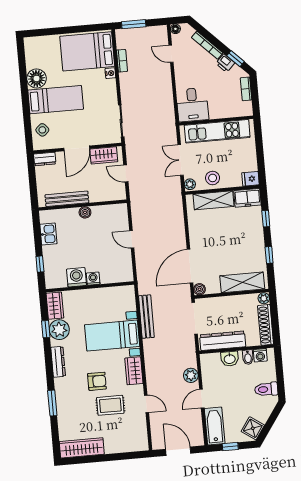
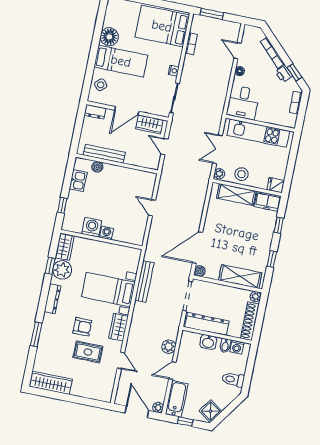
floor lamp: (175, 29) -> (240, 71), moved
nightstand: (110, 73) -> (174, 71), moved
boiler: (85, 212) -> (97, 167), moved
plant: (198, 440) -> (158, 407), added

